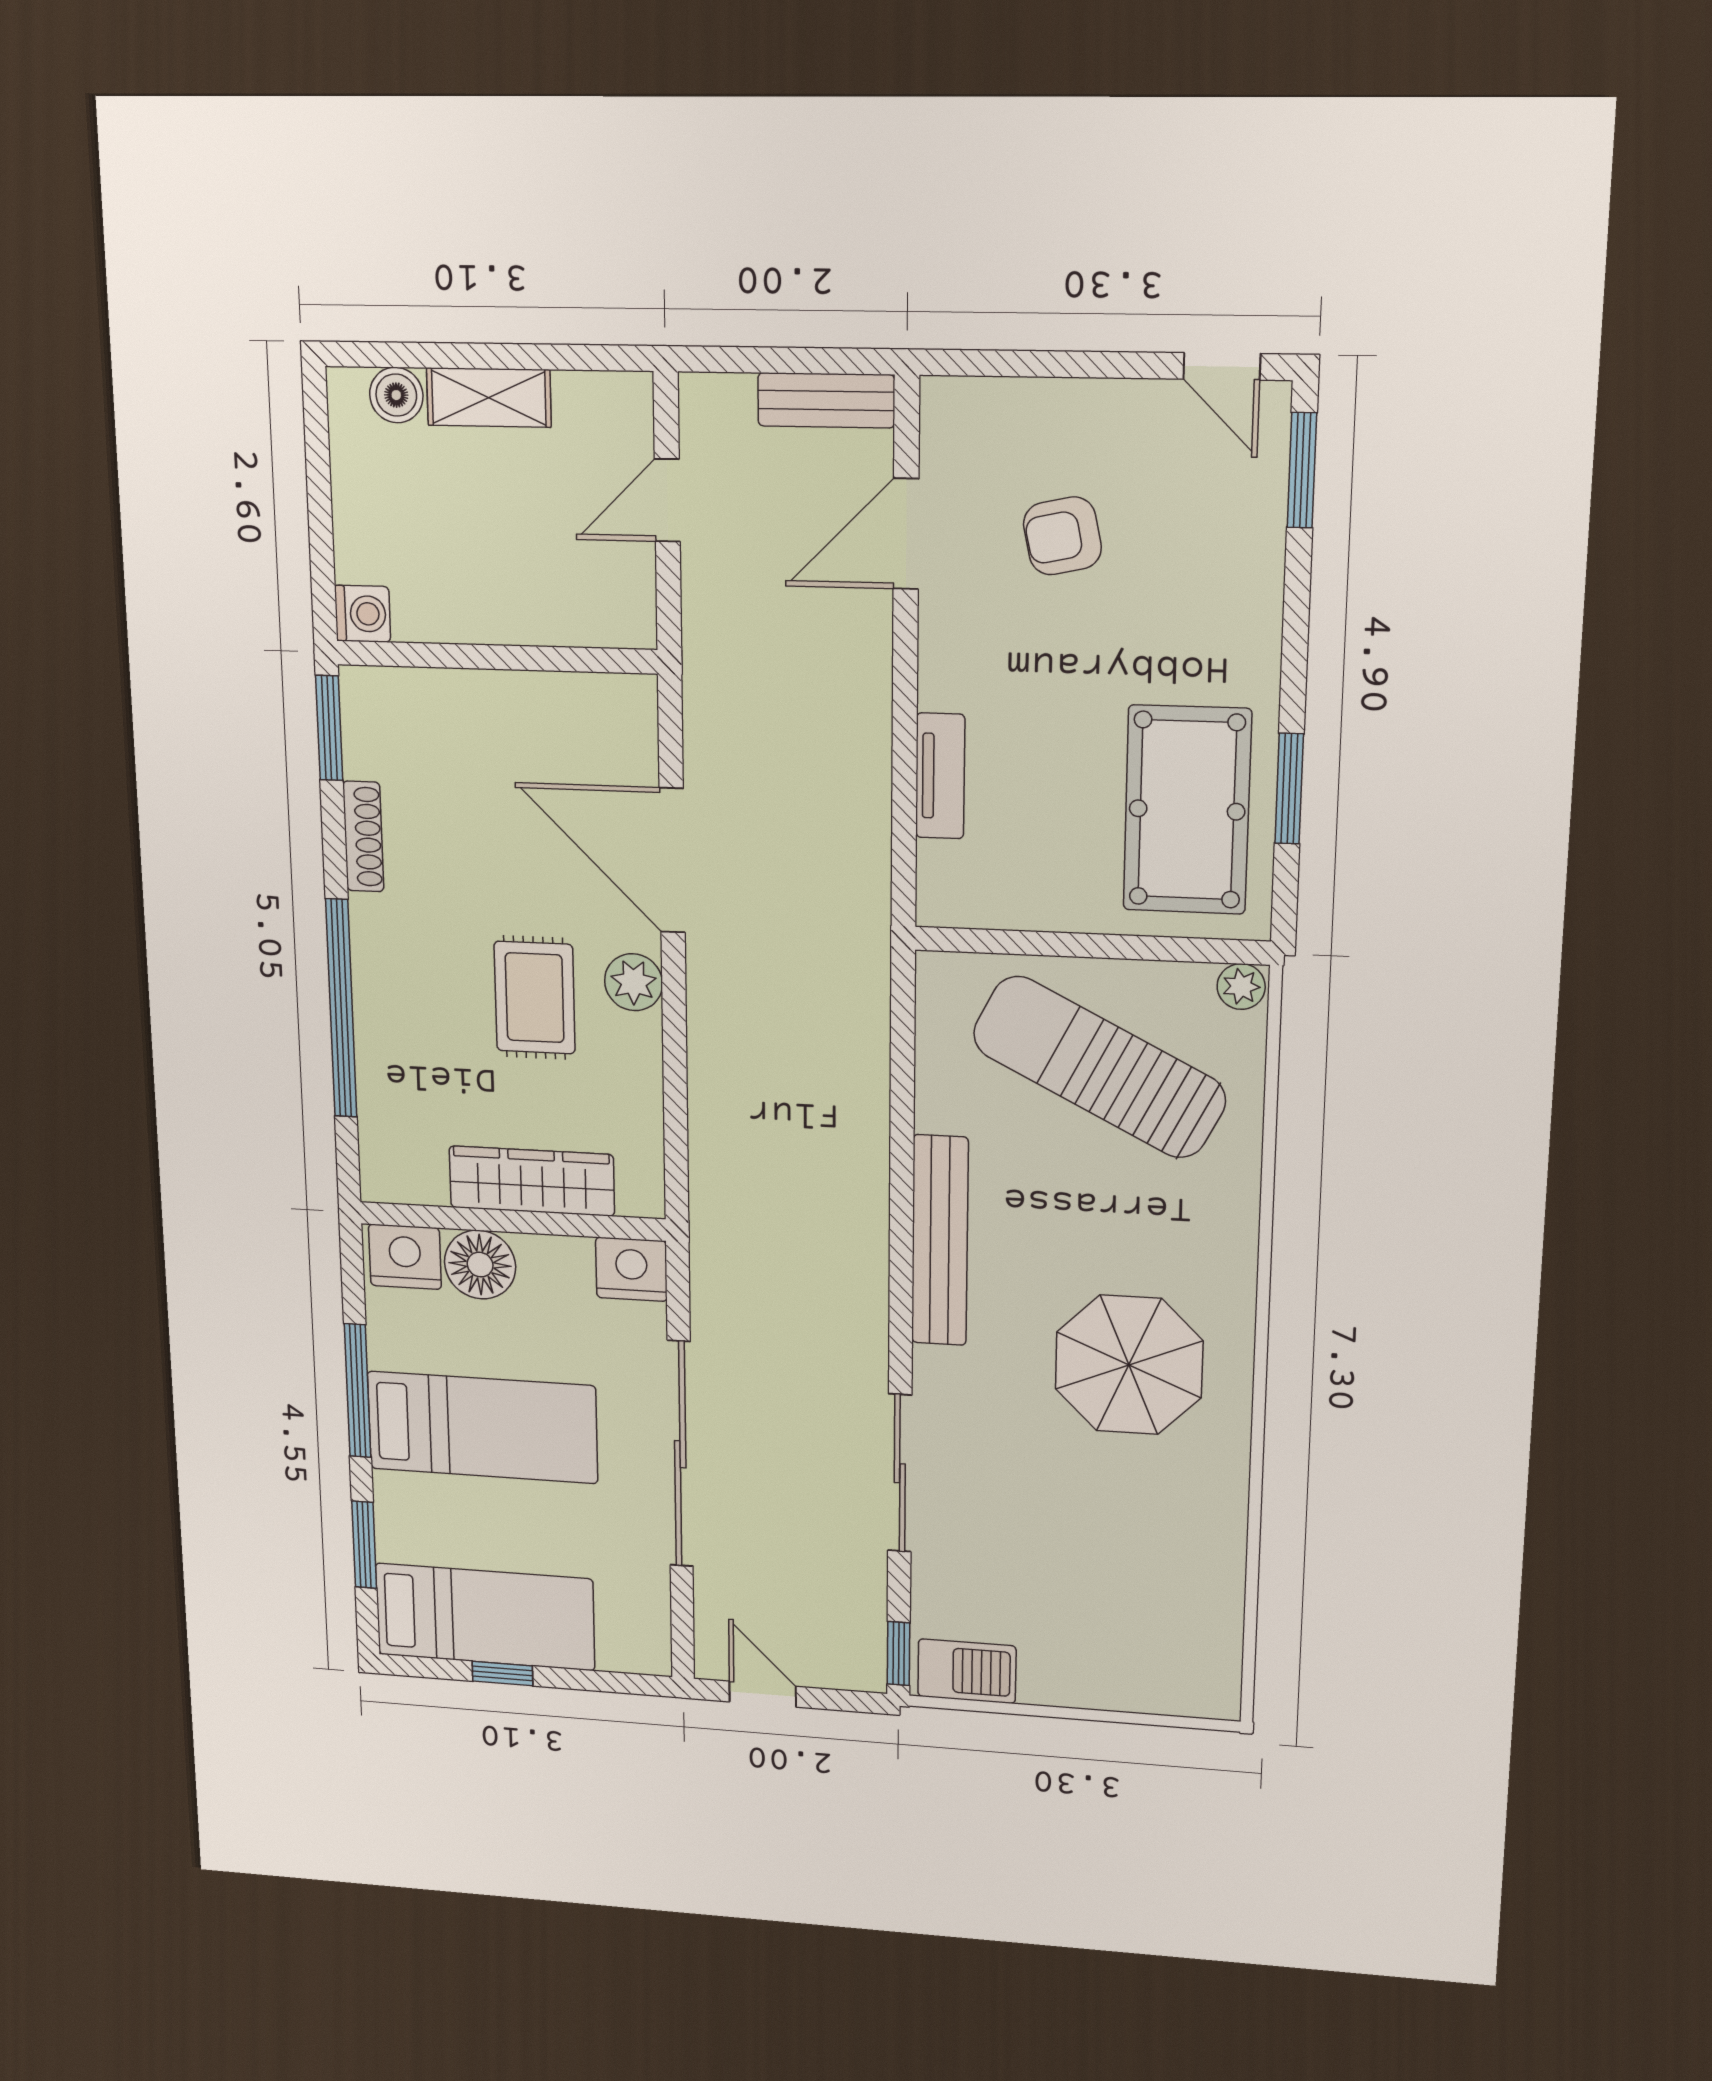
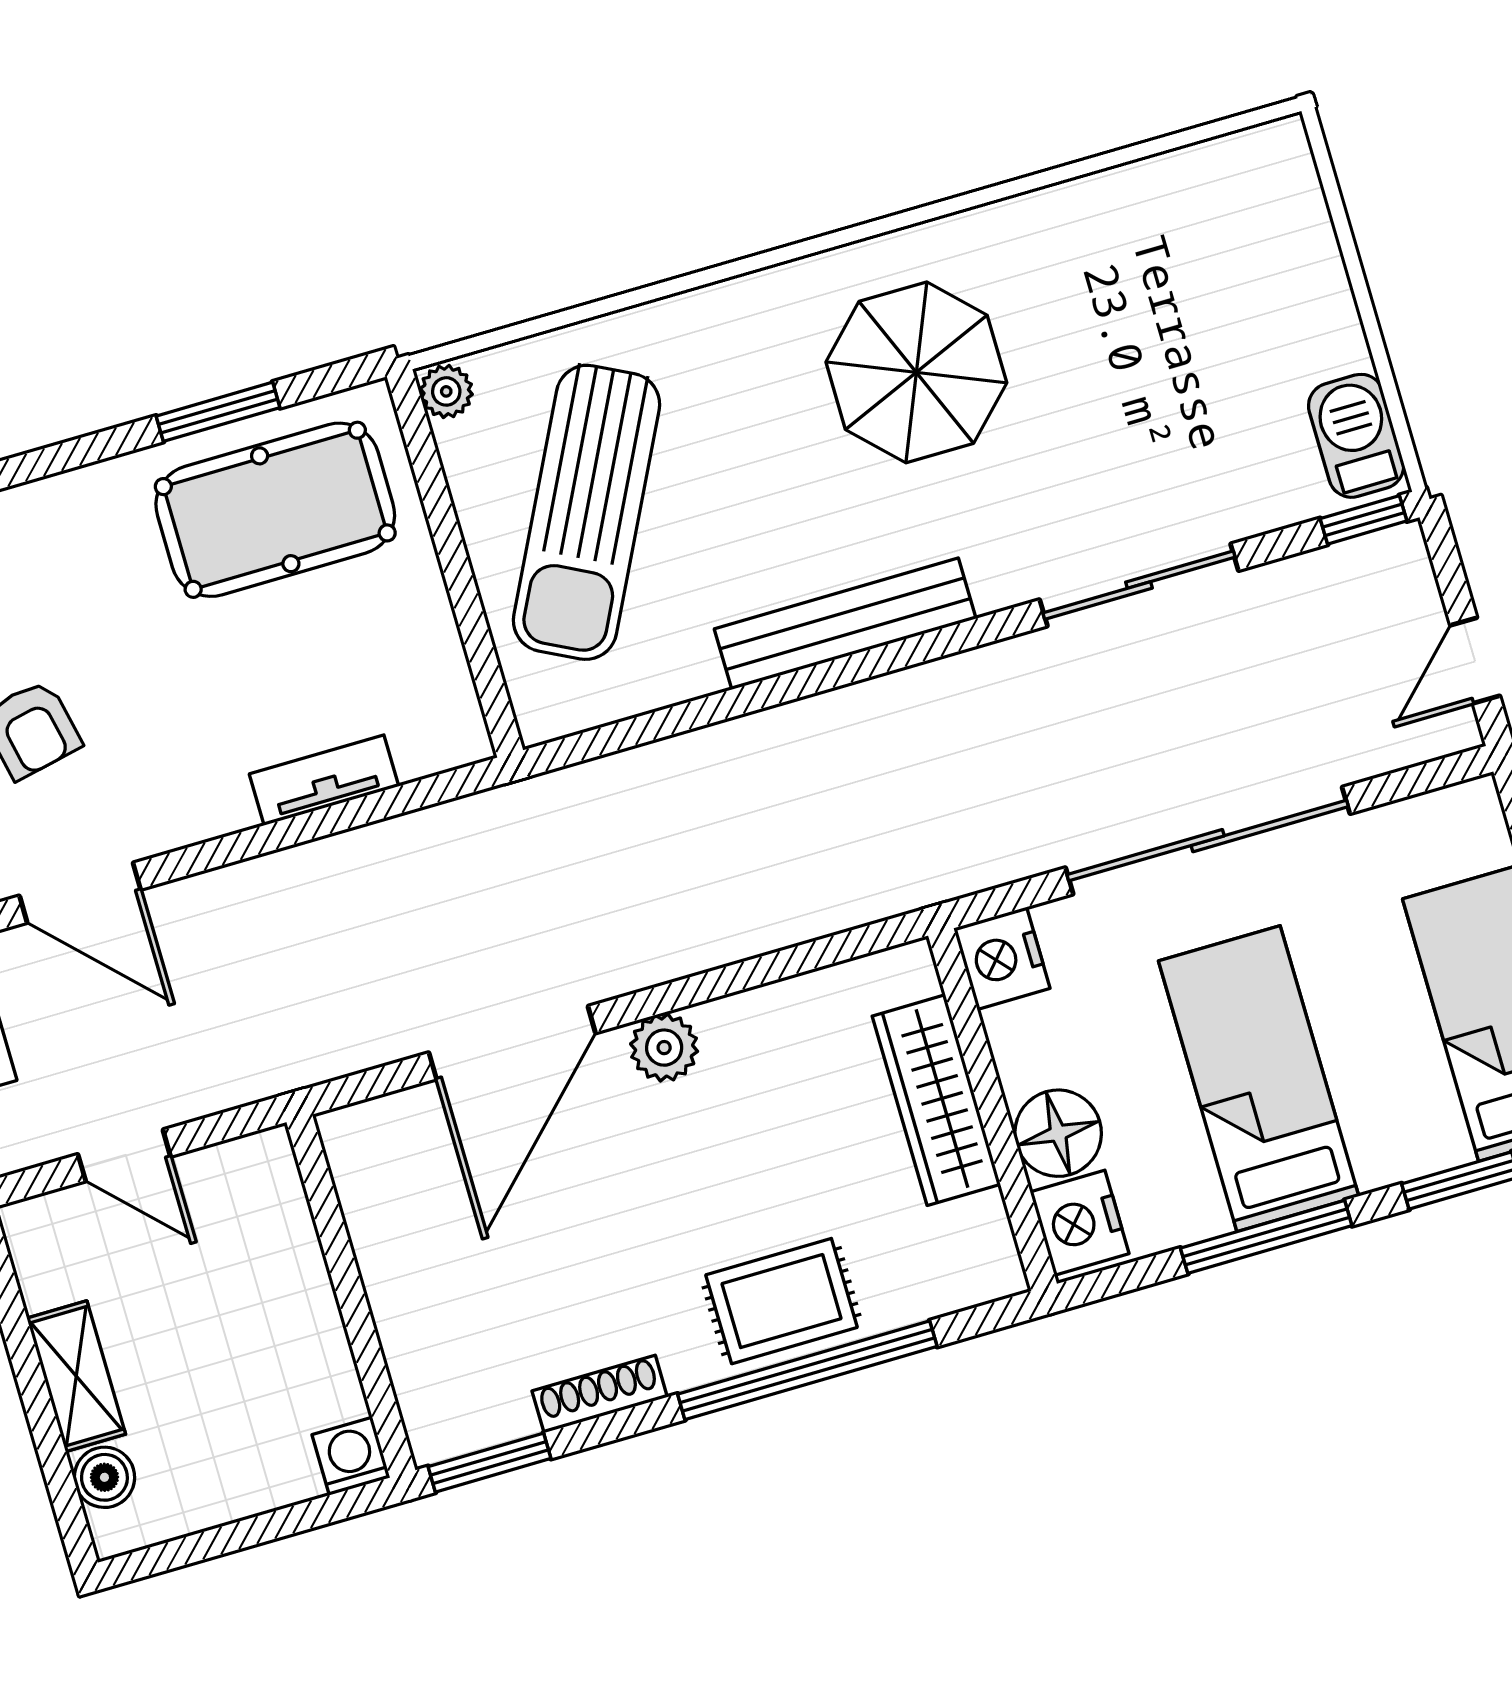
rug: (535, 998) -> (782, 1301), moved

